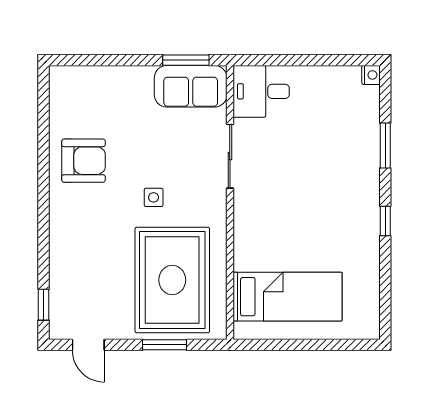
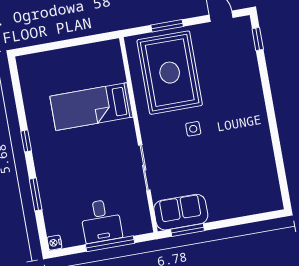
window: (295, 60) -> (110, 244), added
desk: (261, 91) -> (101, 221), moved, turned 90
armchair: (83, 161) -> (247, 146), removed
bed: (288, 297) -> (91, 107), moved

